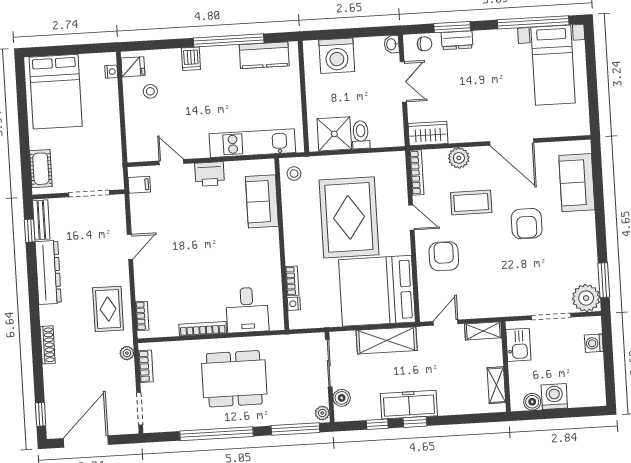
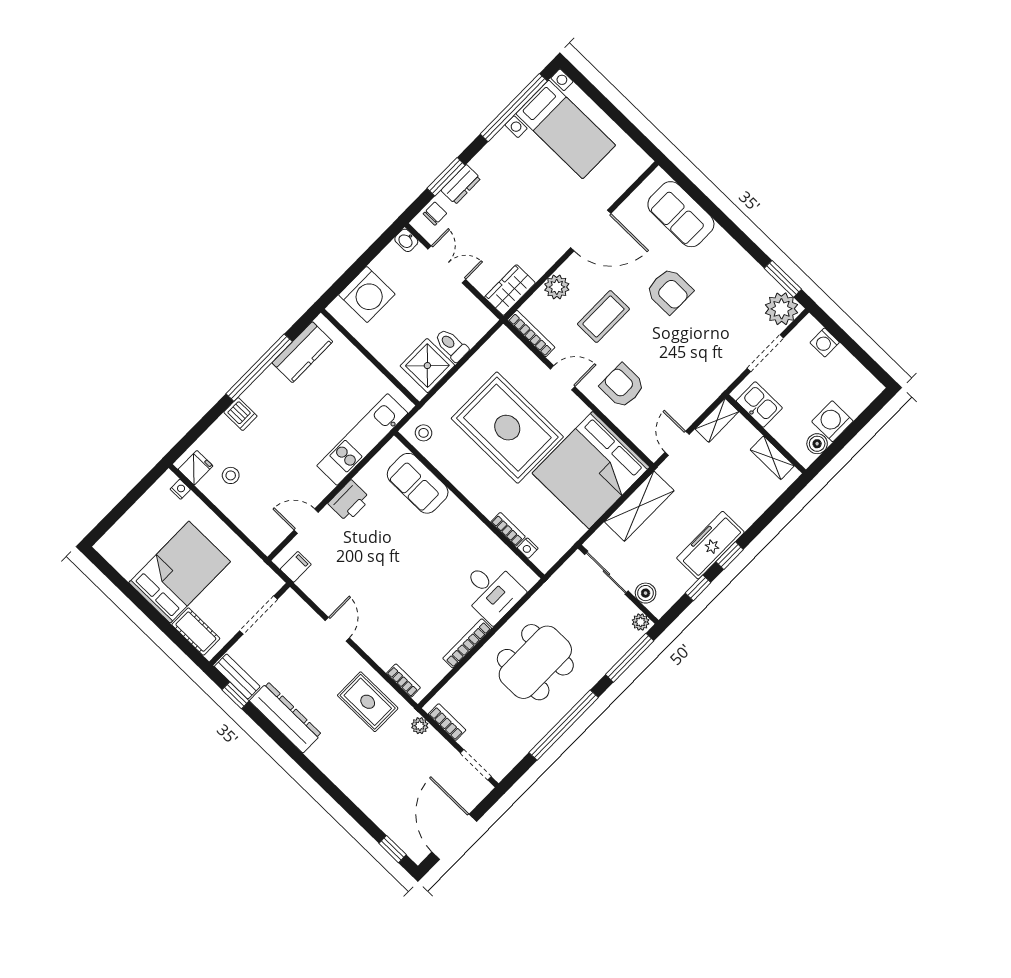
bed: (56, 92) -> (180, 572), moved, turned -90
shoe rack: (48, 345) -> (343, 782), removed

